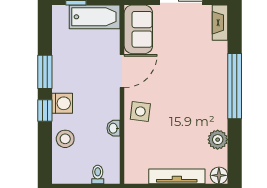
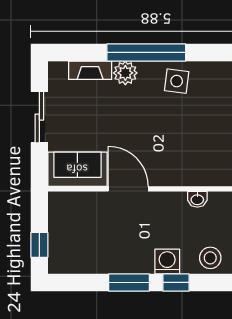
bathtub: (95, 17) -> (62, 222), removed
fireplace: (220, 23) -> (90, 70), moved
side table: (140, 111) -> (177, 81), moved
plant: (218, 140) -> (125, 73), moved

